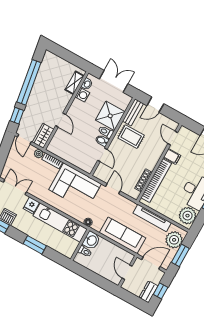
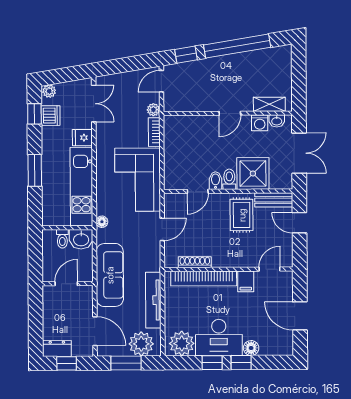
door: (61, 120) -> (230, 113), moved
wardrobe: (43, 136) -> (179, 103), removed
wall: (128, 271) -> (68, 284), moved
door: (127, 272) -> (66, 284), moved

